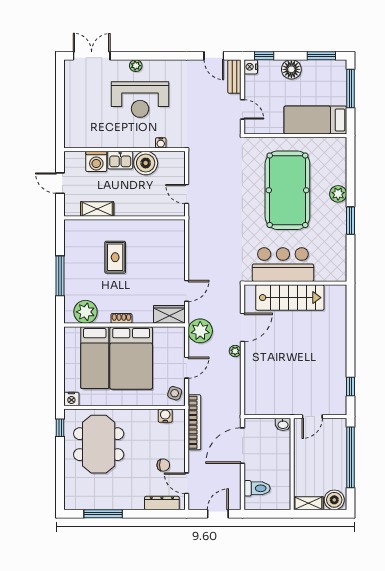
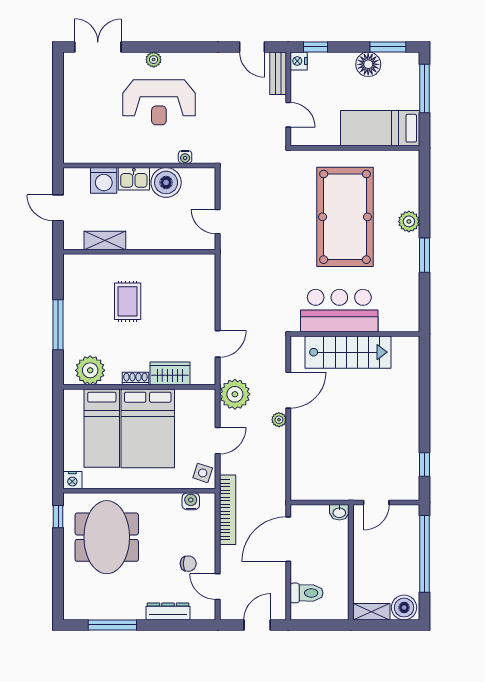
floor lamp: (291, 69) -> (368, 64), moved
wardrobe: (169, 314) -> (170, 373), moved
dresser: (162, 503) -> (168, 612), moved

